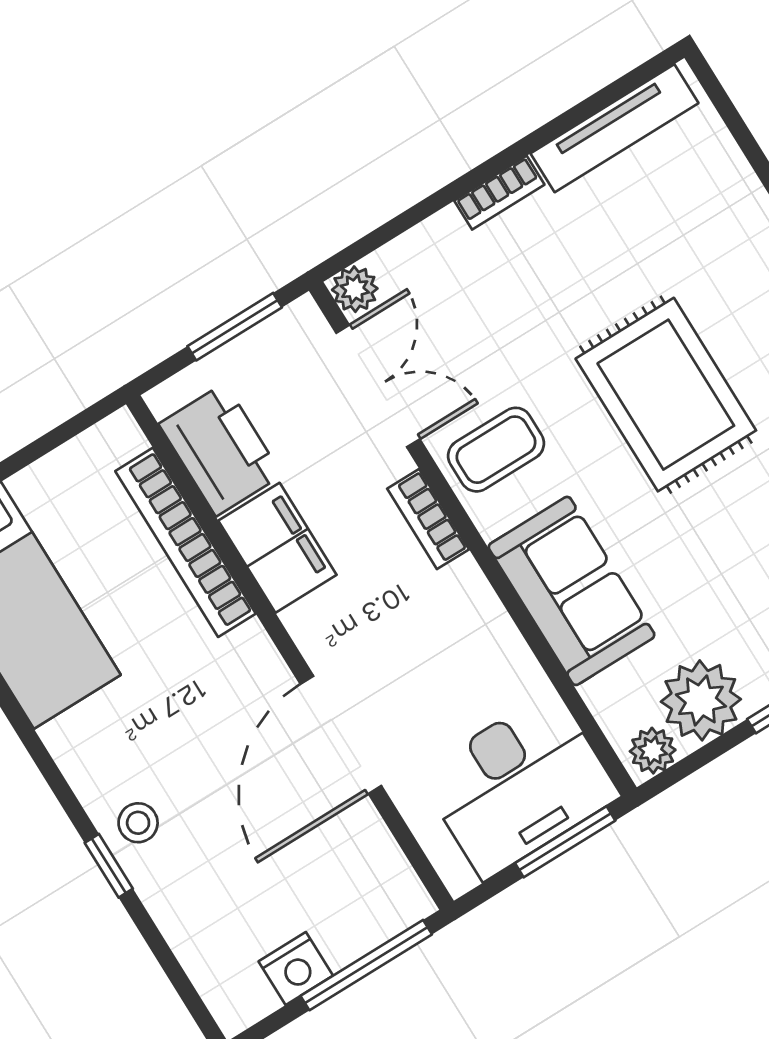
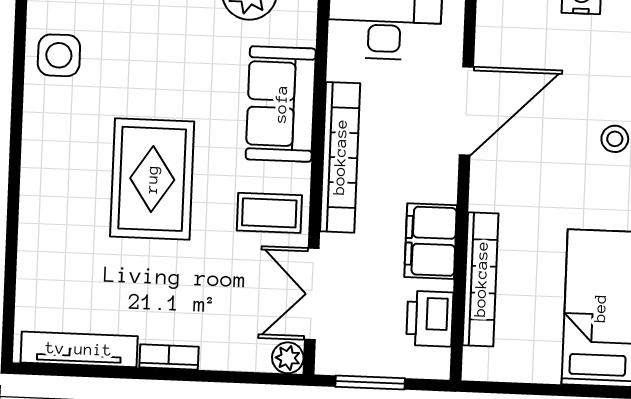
printer: (220, 450) -> (430, 319), width x0.73, depth x0.84
bookcase: (428, 519) -> (340, 157), width x2.31, depth x1.31

